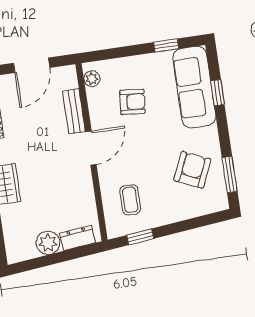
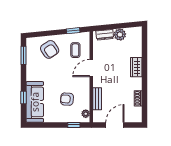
window: (166, 45) -> (74, 125), moved
door: (91, 148) -> (91, 68), moved
armchair: (192, 170) -> (50, 49), moved, turned -58

